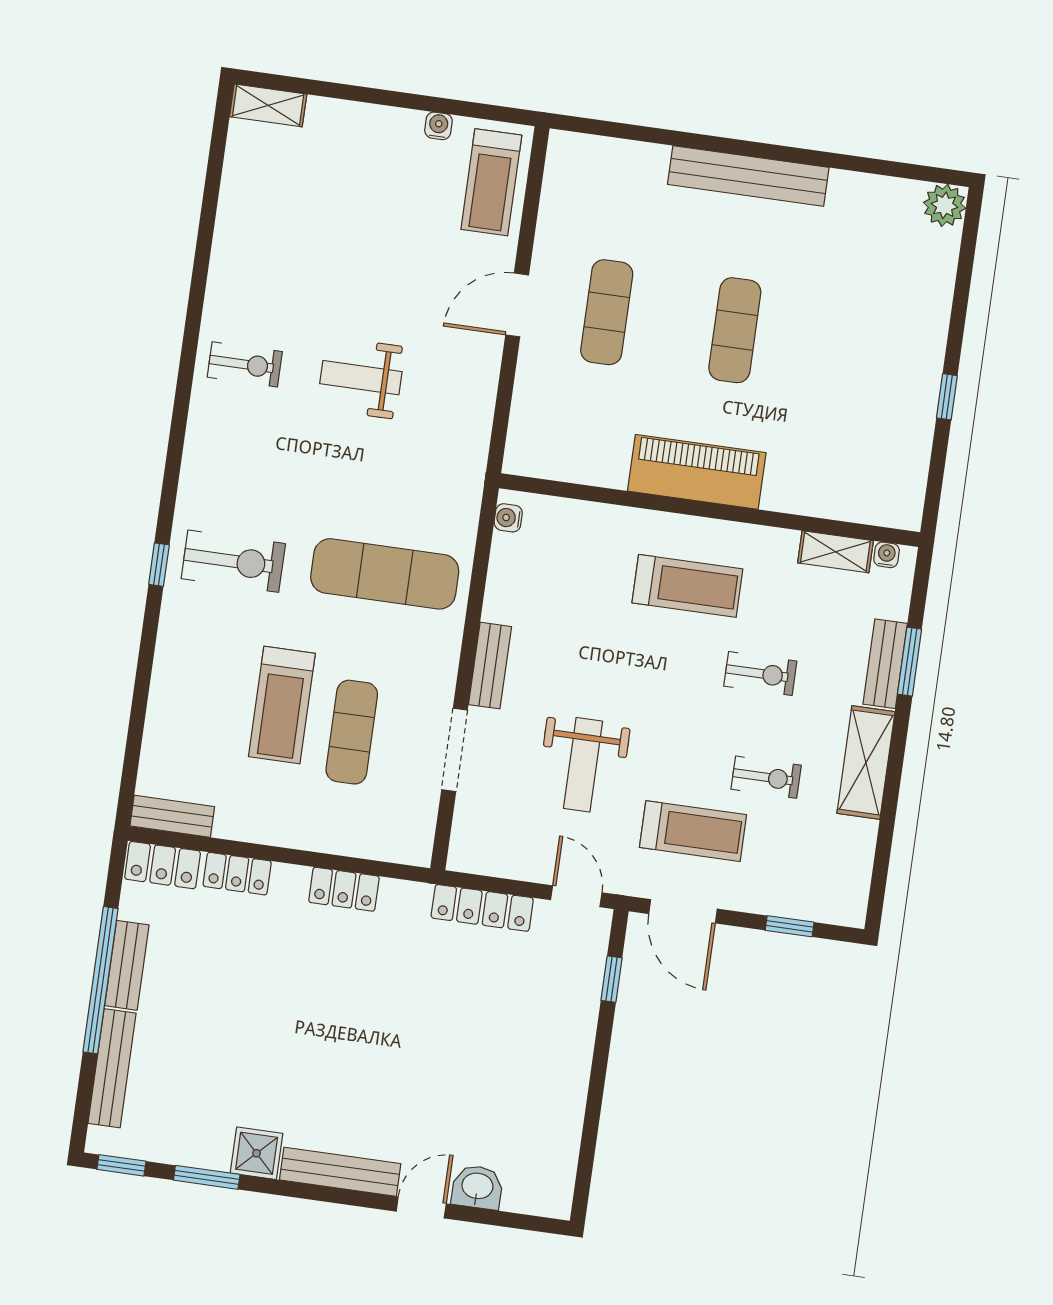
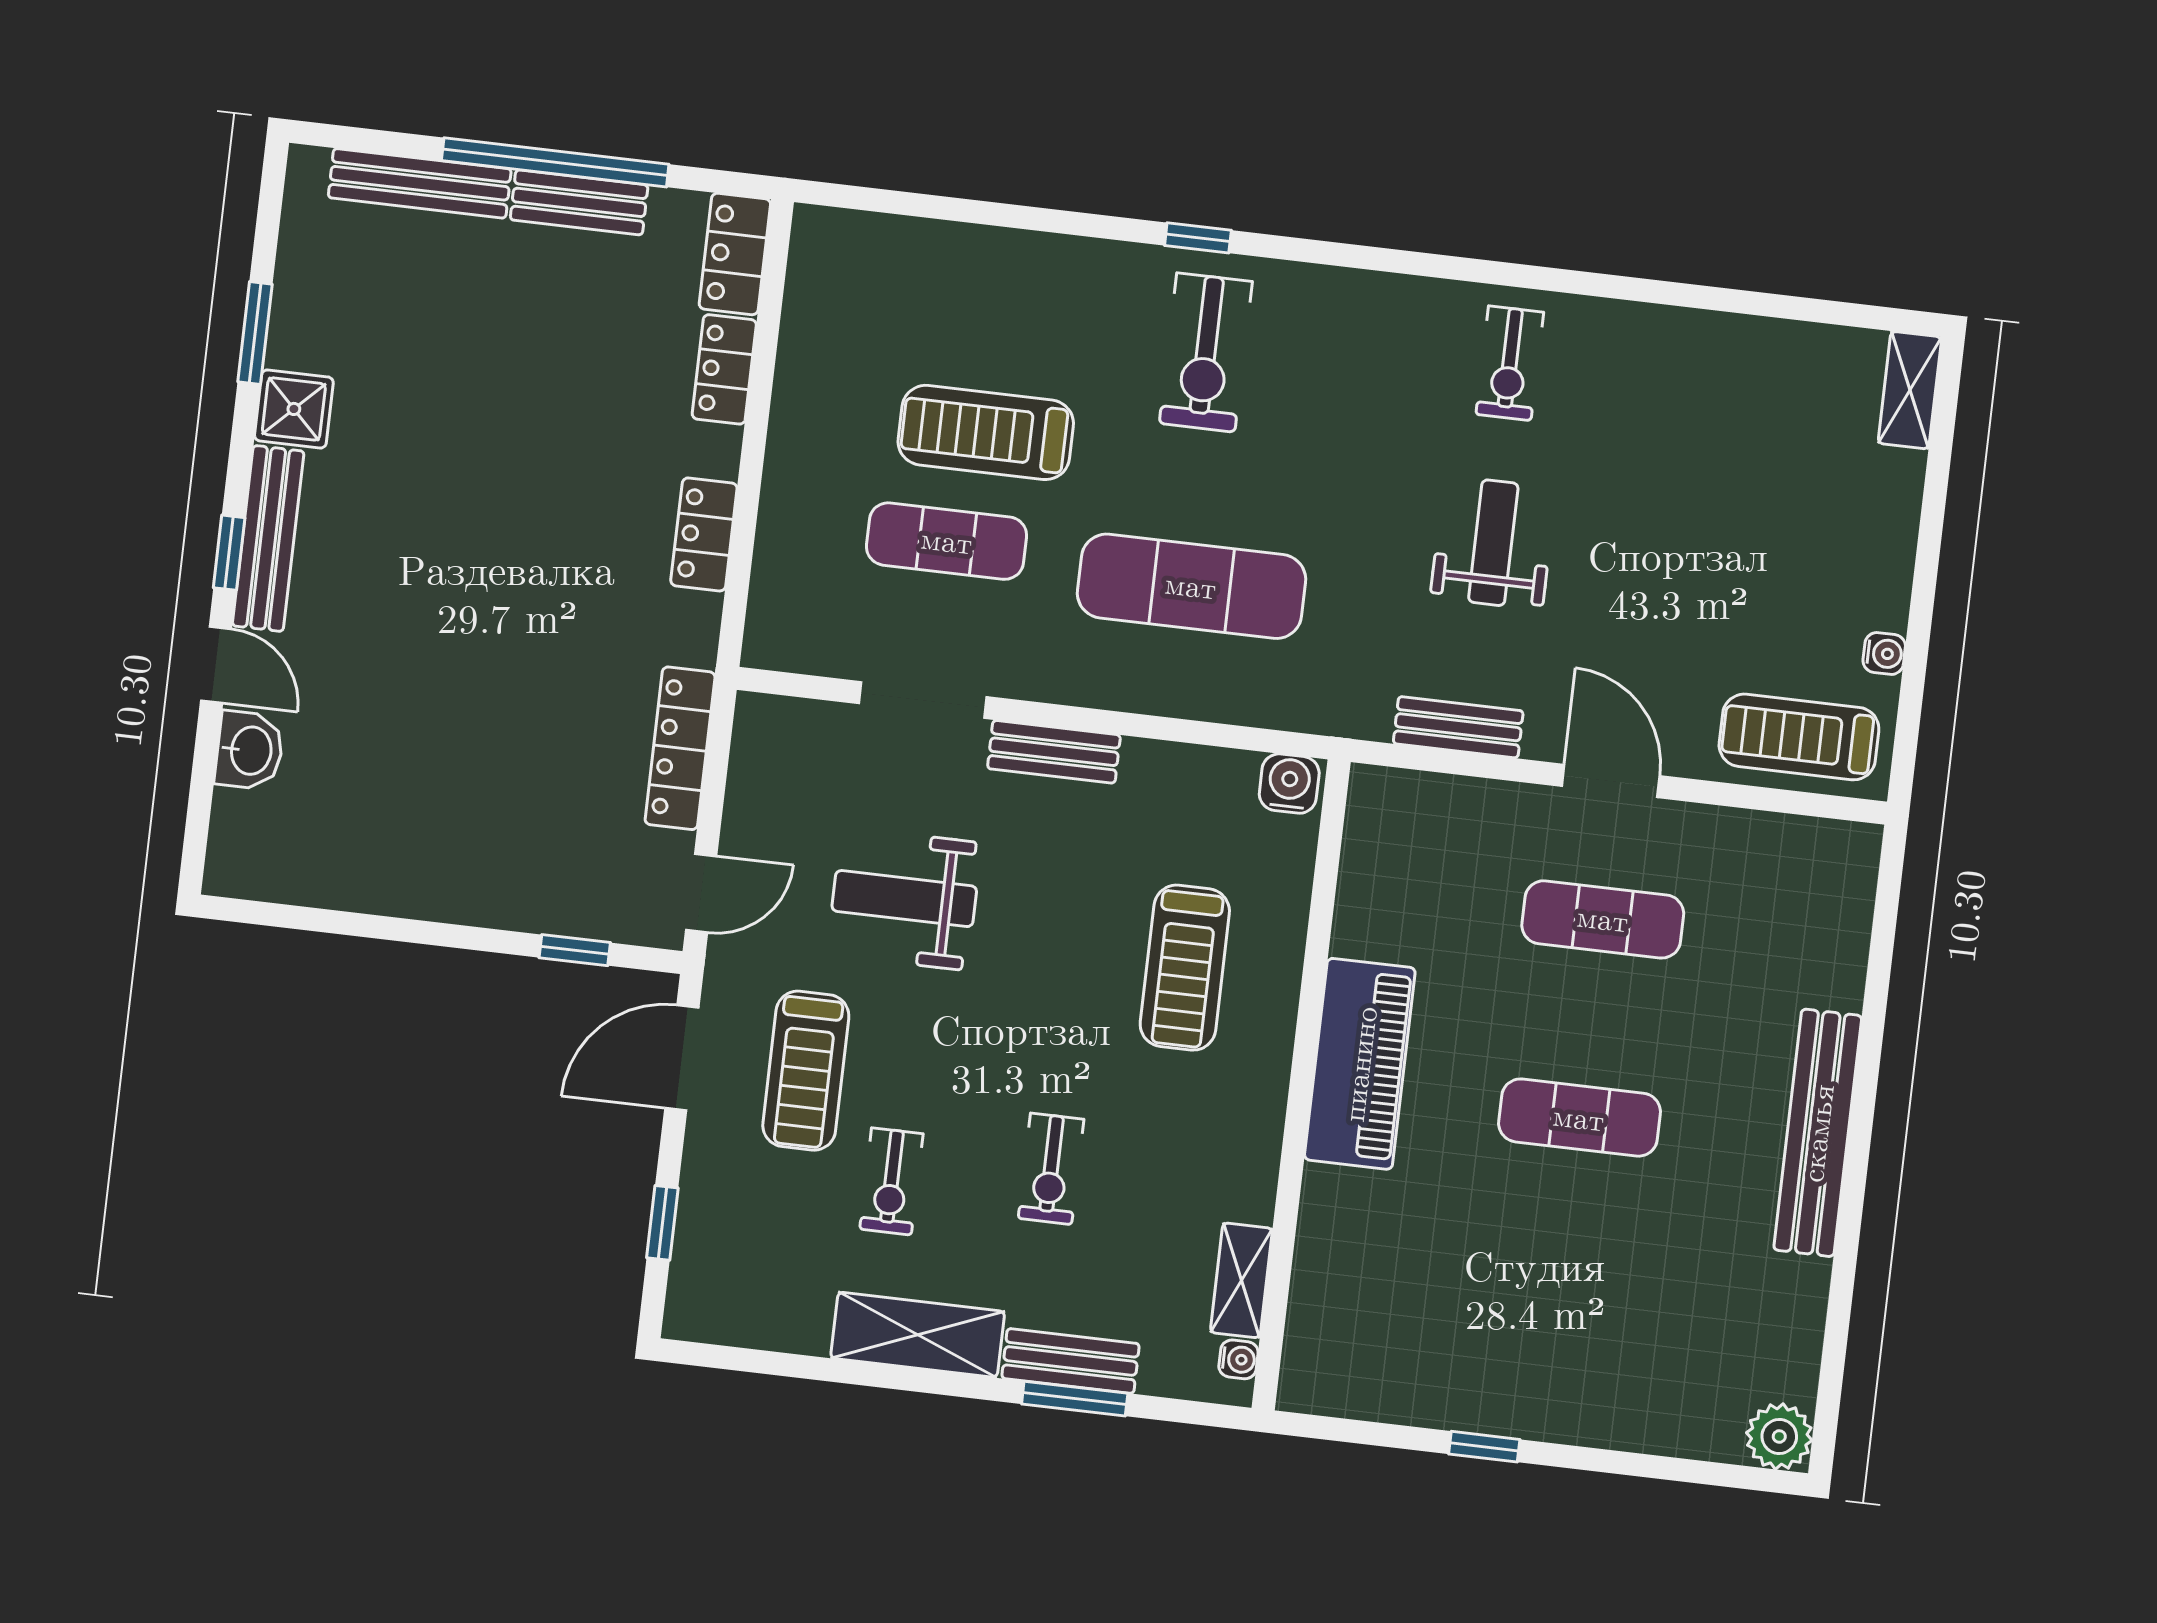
water cooler: (508, 518) -> (1289, 784), width x1.38, depth x1.38
exercise mat: (385, 574) -> (1191, 586), turned 90
treadmill: (687, 586) -> (1185, 968), moved
bench: (172, 816) -> (1458, 727), moved, turned 90
window: (121, 1165) -> (229, 553), moved

